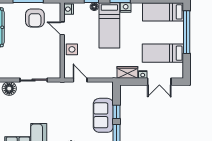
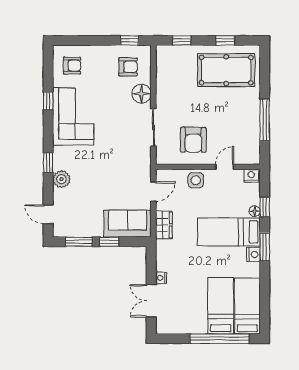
armchair: (35, 18) -> (193, 140), moved, turned -90
bed: (163, 53) -> (221, 306), moved
wardrobe: (127, 72) -> (164, 225), moved
sofa: (103, 115) -> (128, 224), moved

